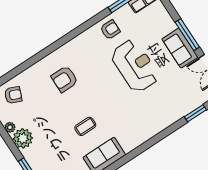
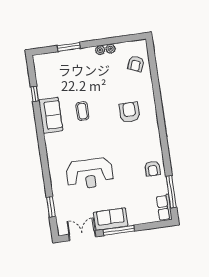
reception desk: (135, 66) -> (90, 174), moved
plant: (23, 138) -> (100, 50), width x0.53, depth x0.53

